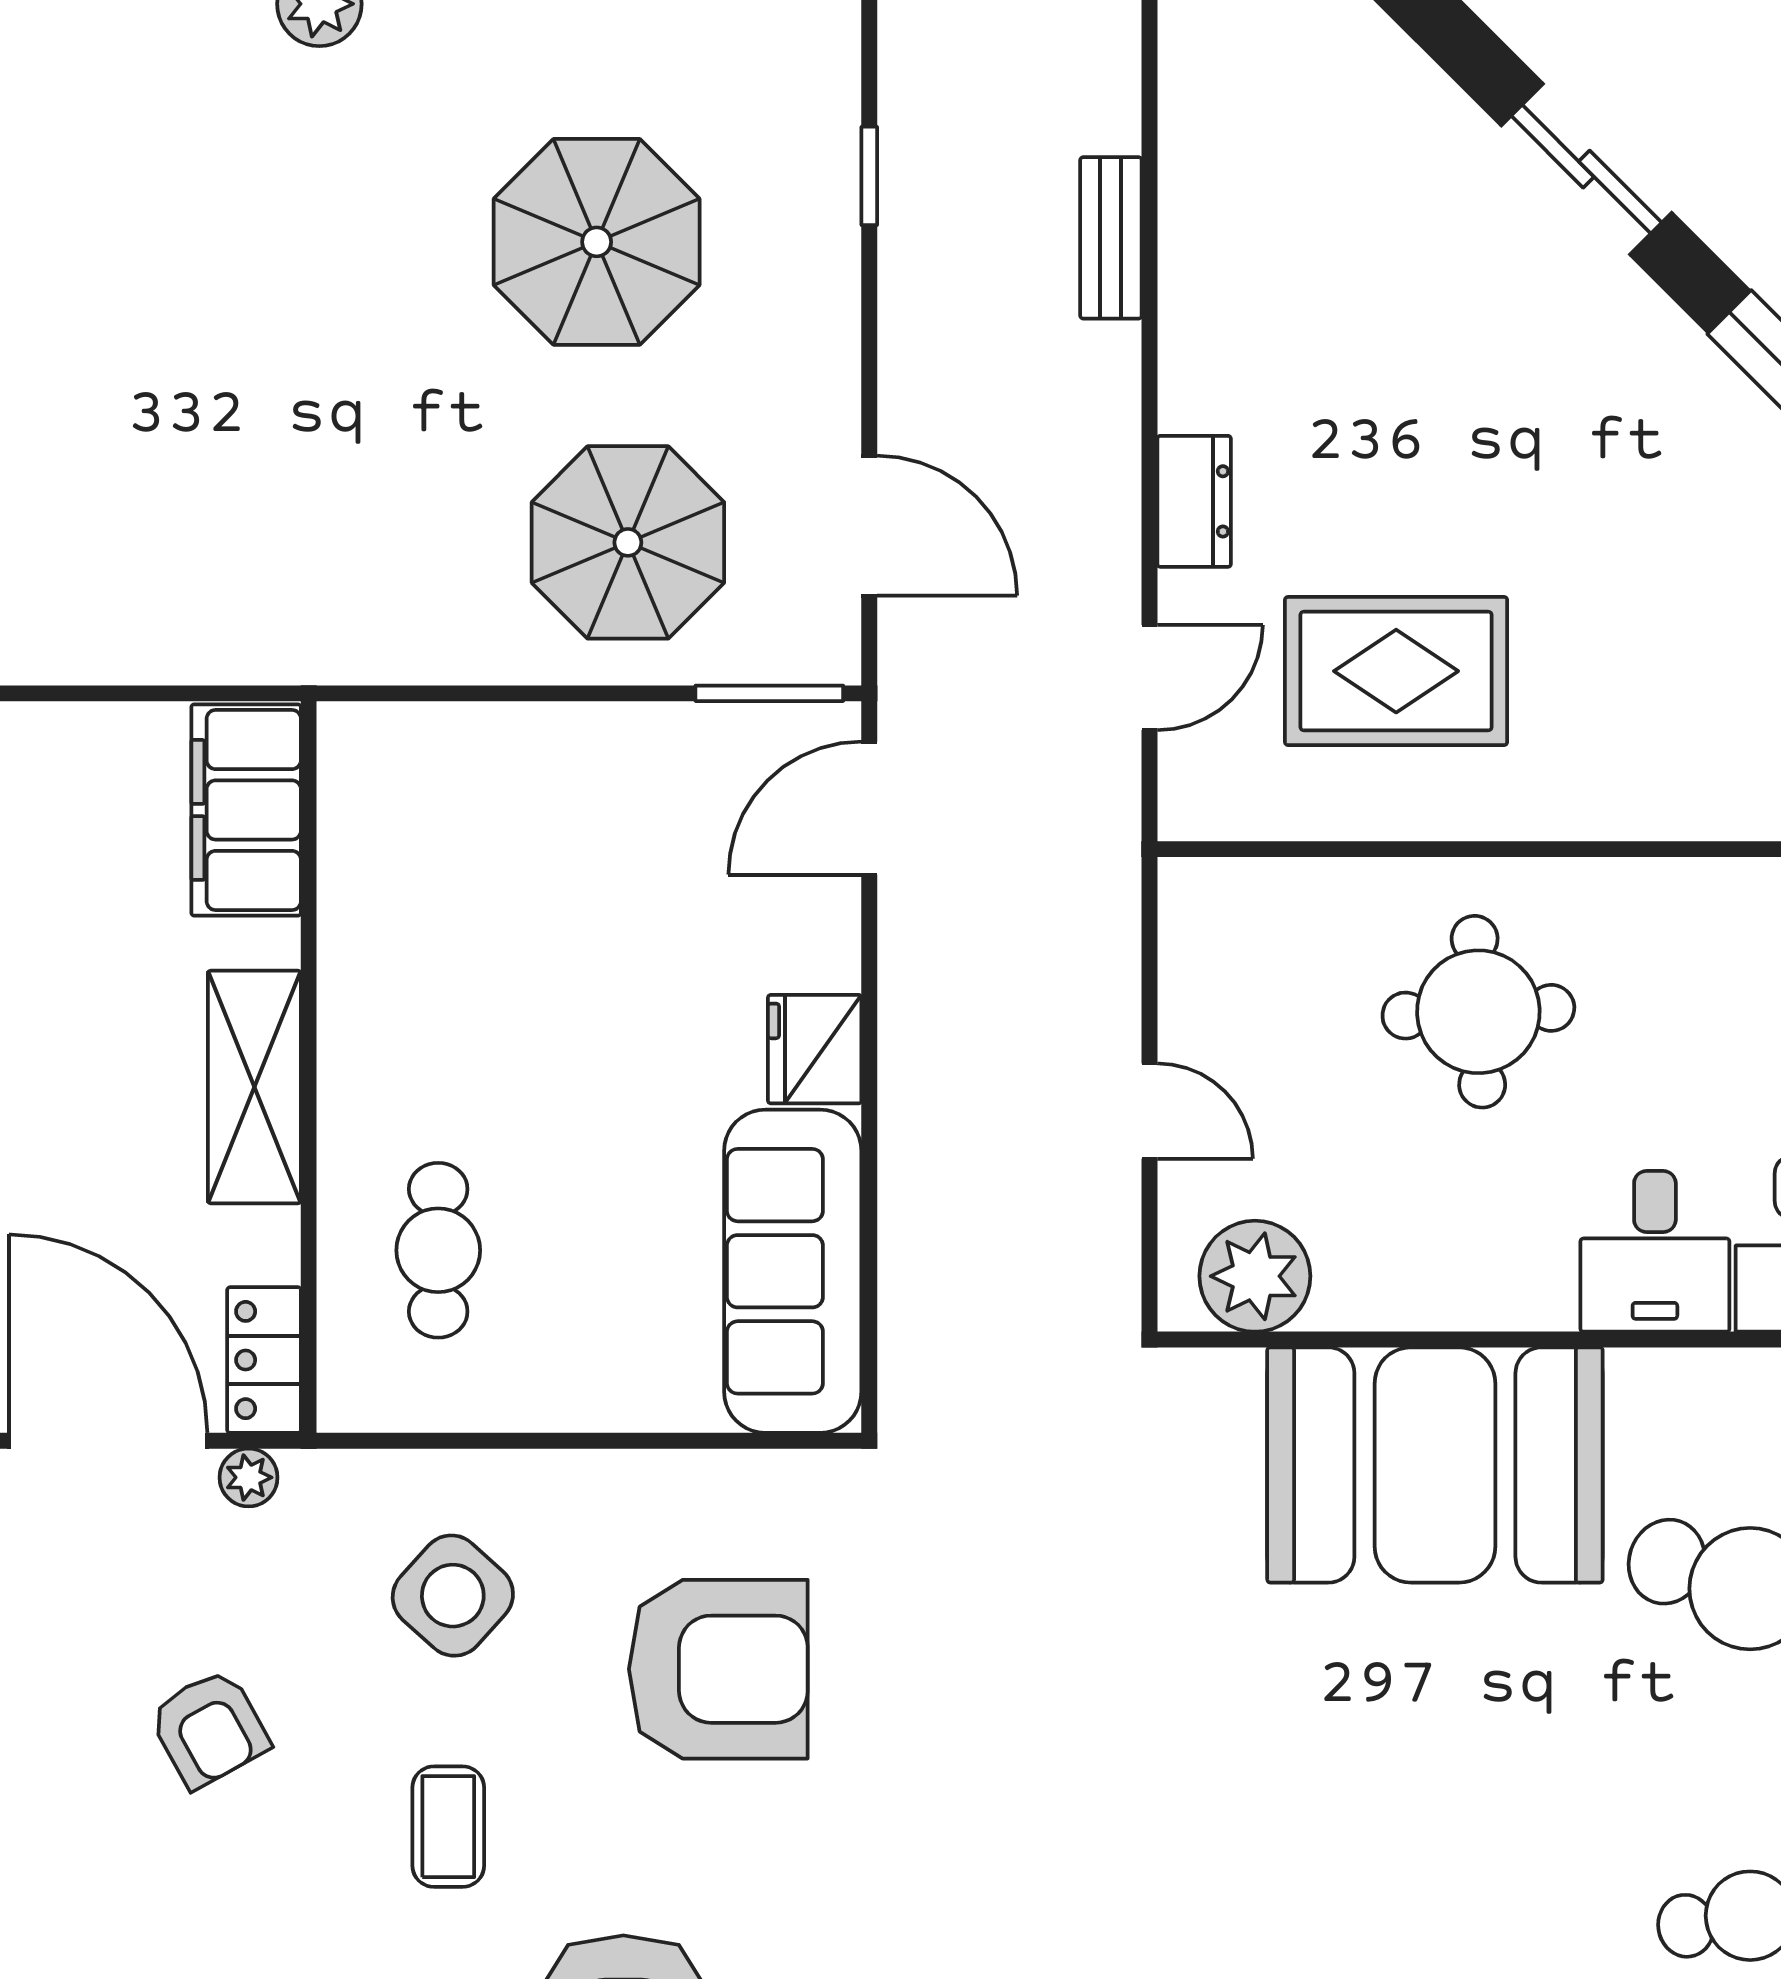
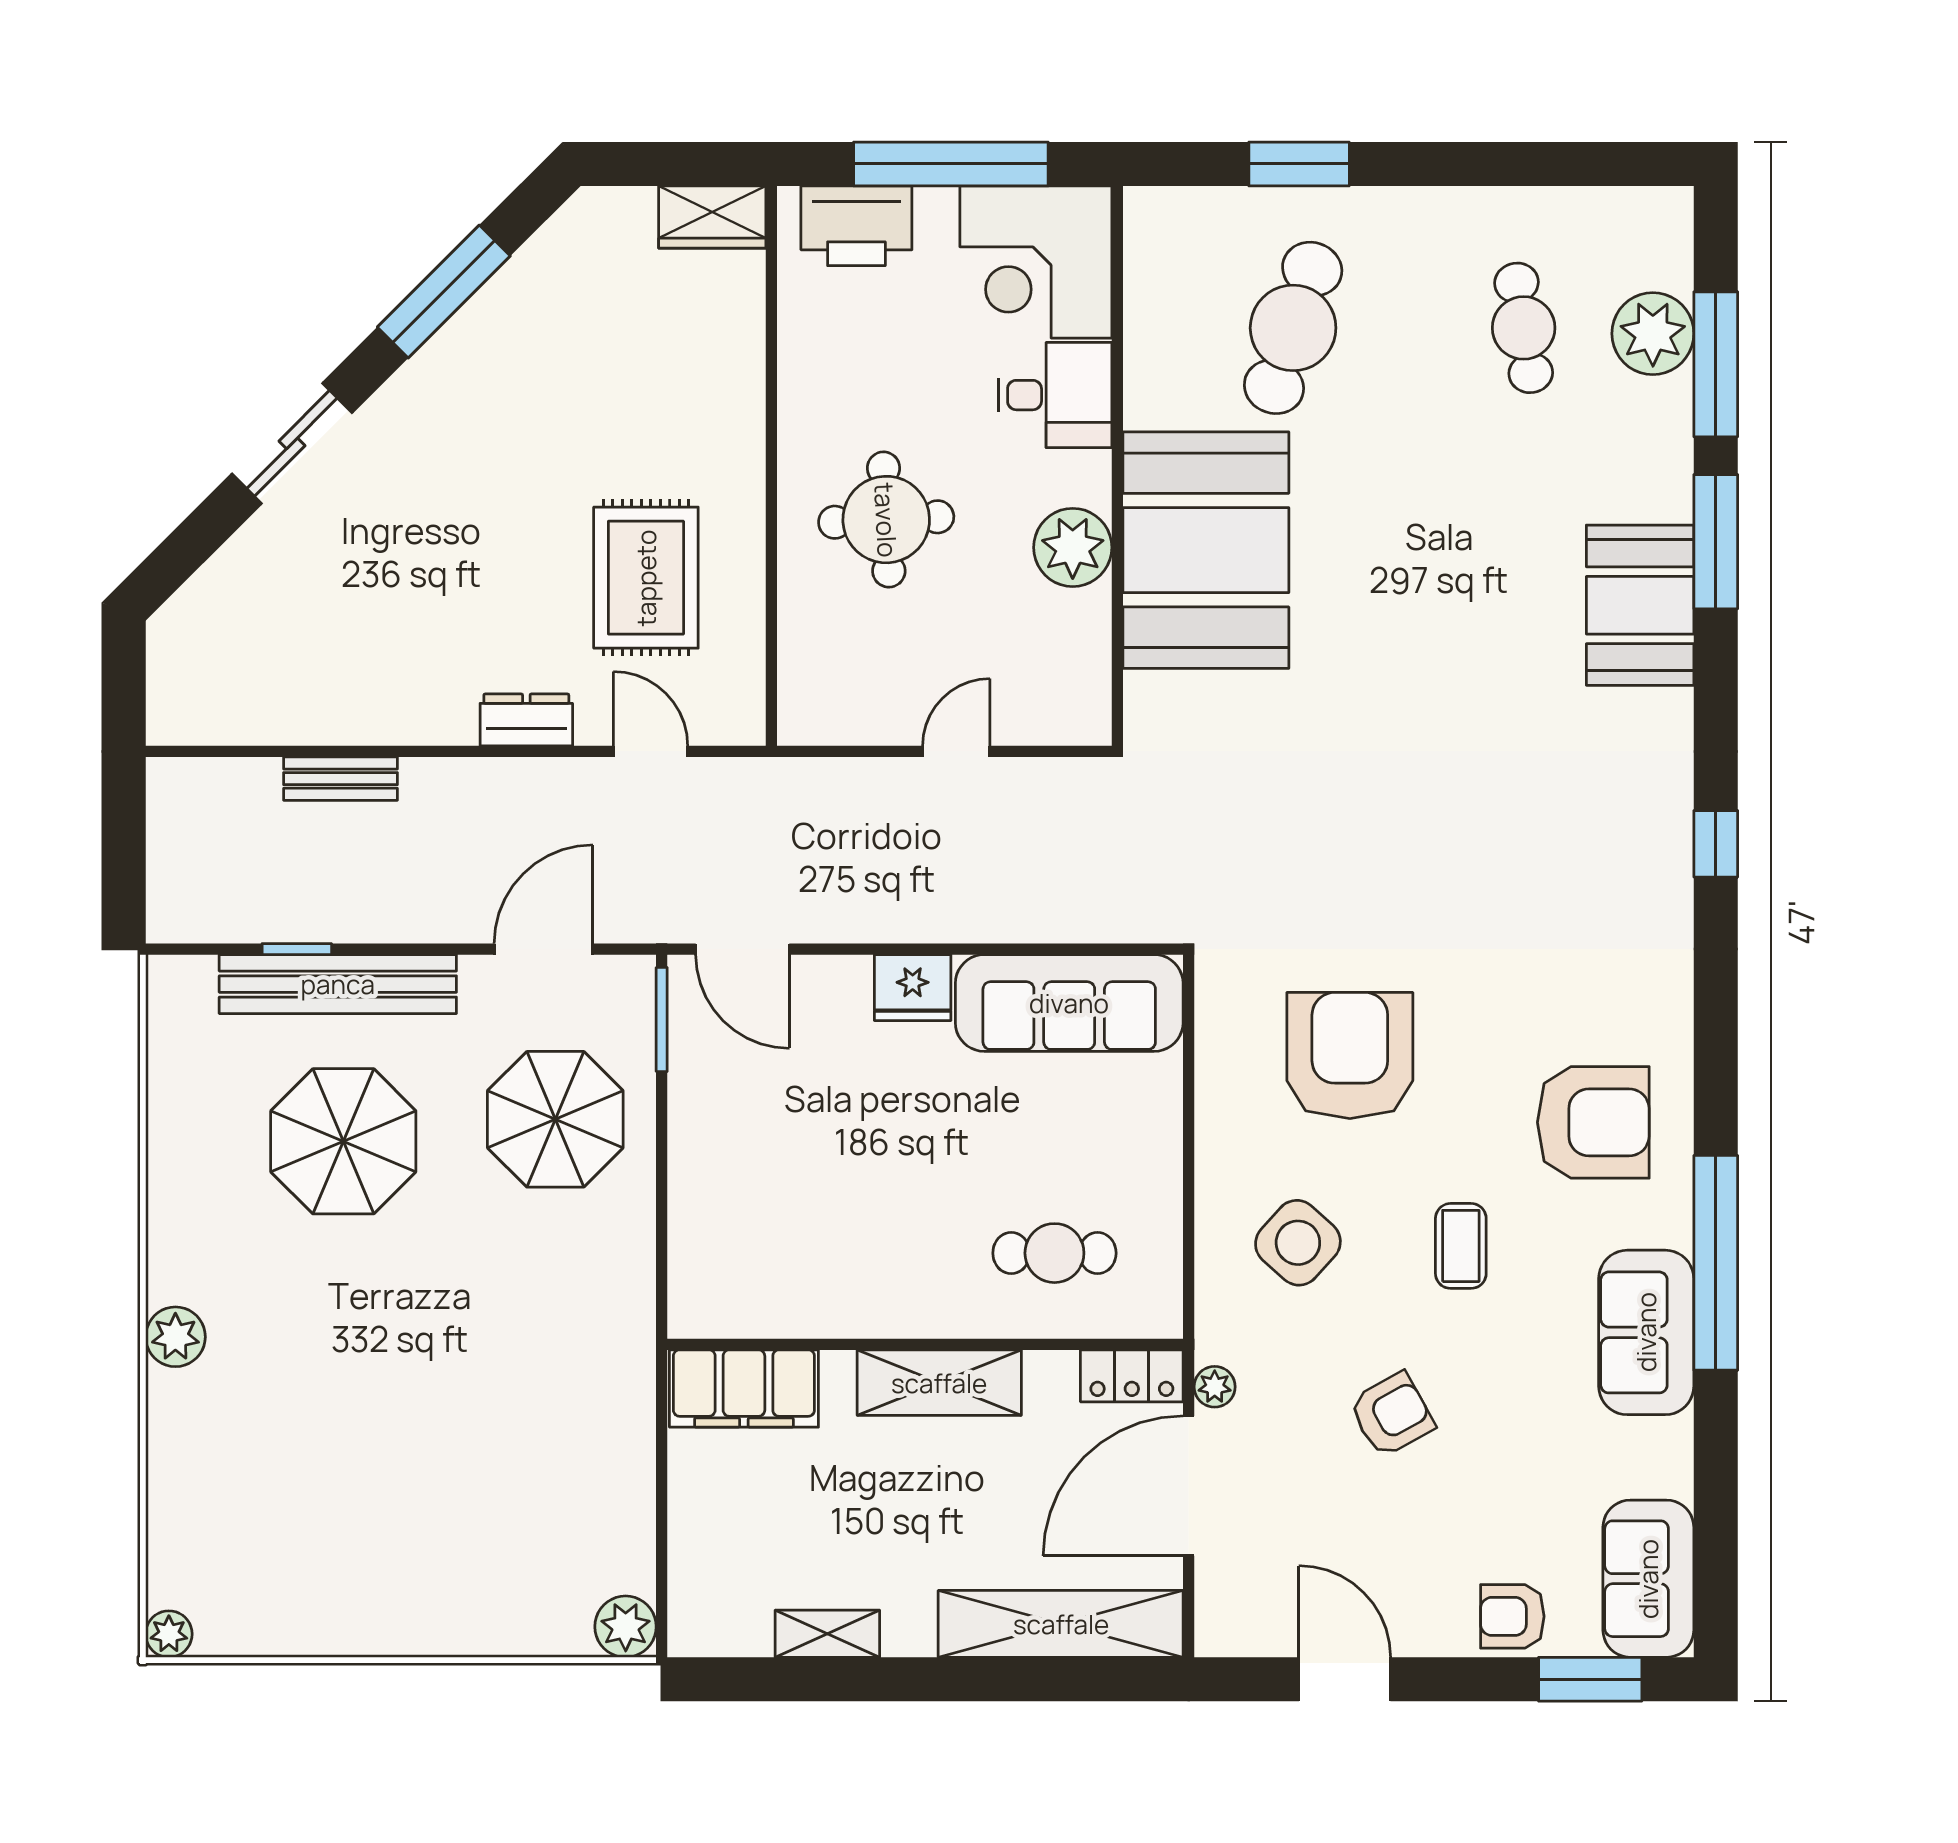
bench: (820, 234) -> (338, 984), added
plant: (1255, 1276) -> (1073, 547), moved
coffee table: (448, 1827) -> (1461, 1246), turned 90

